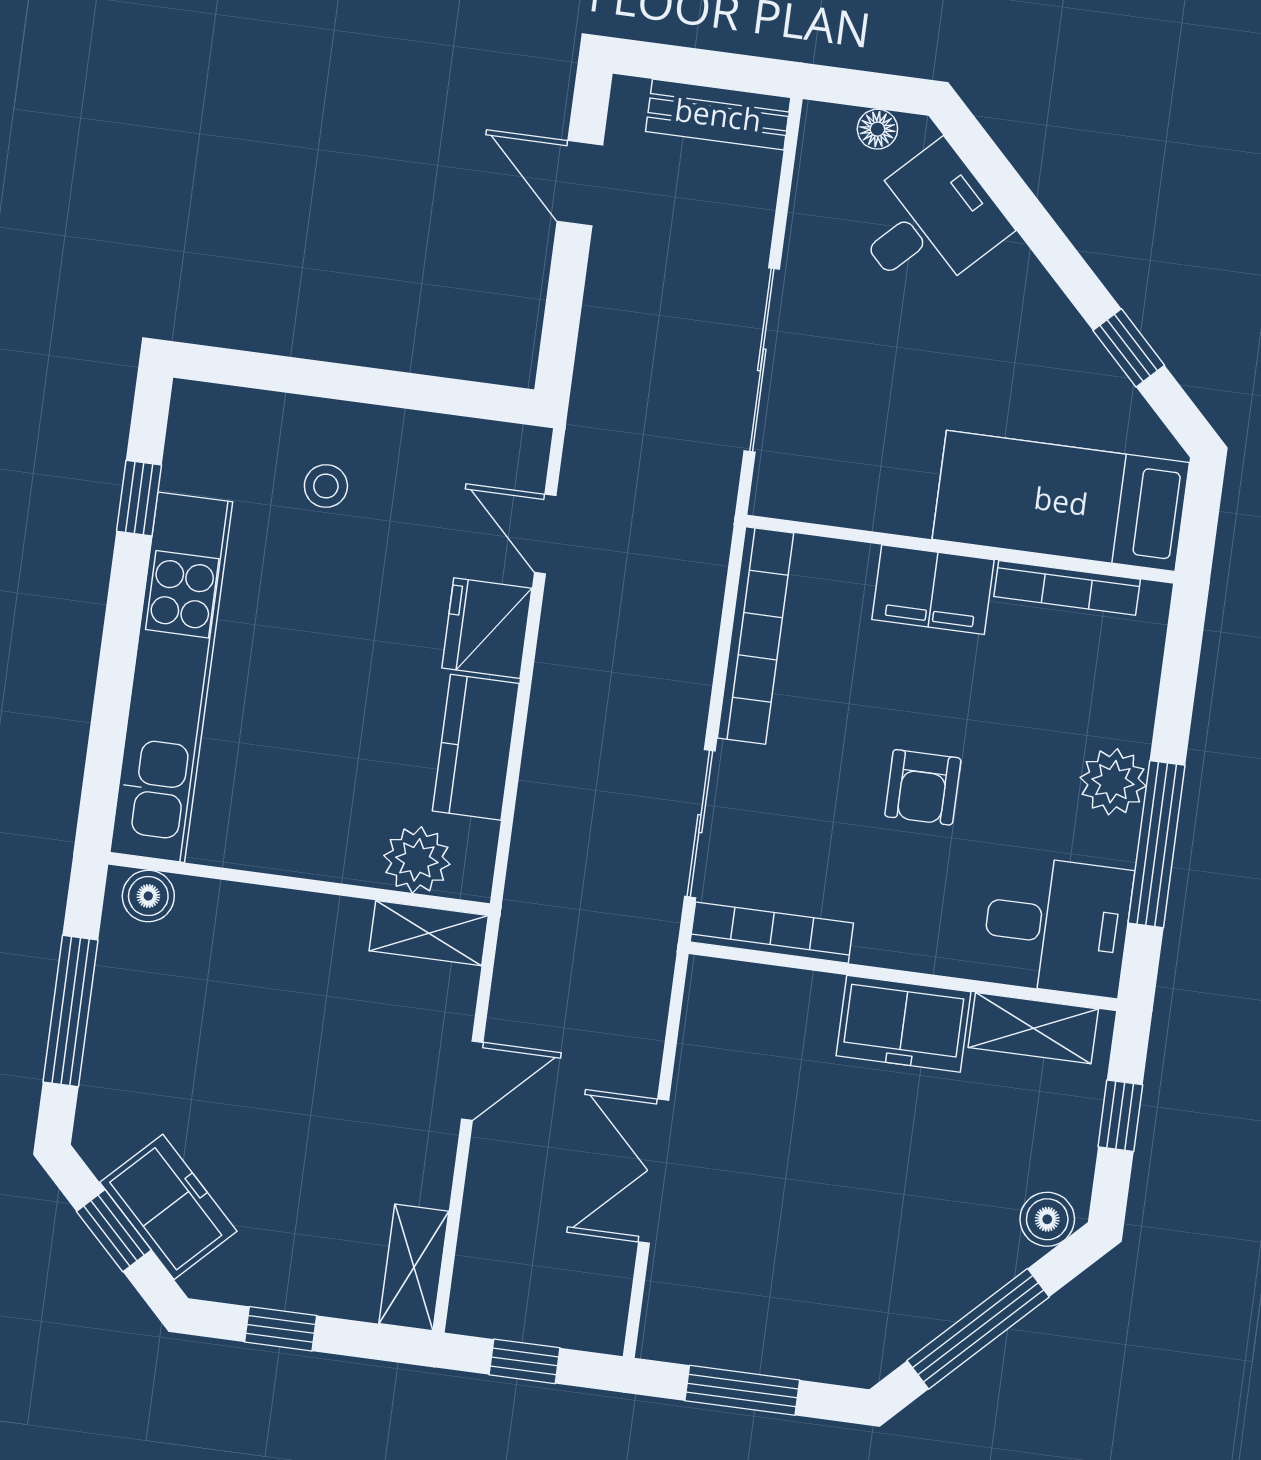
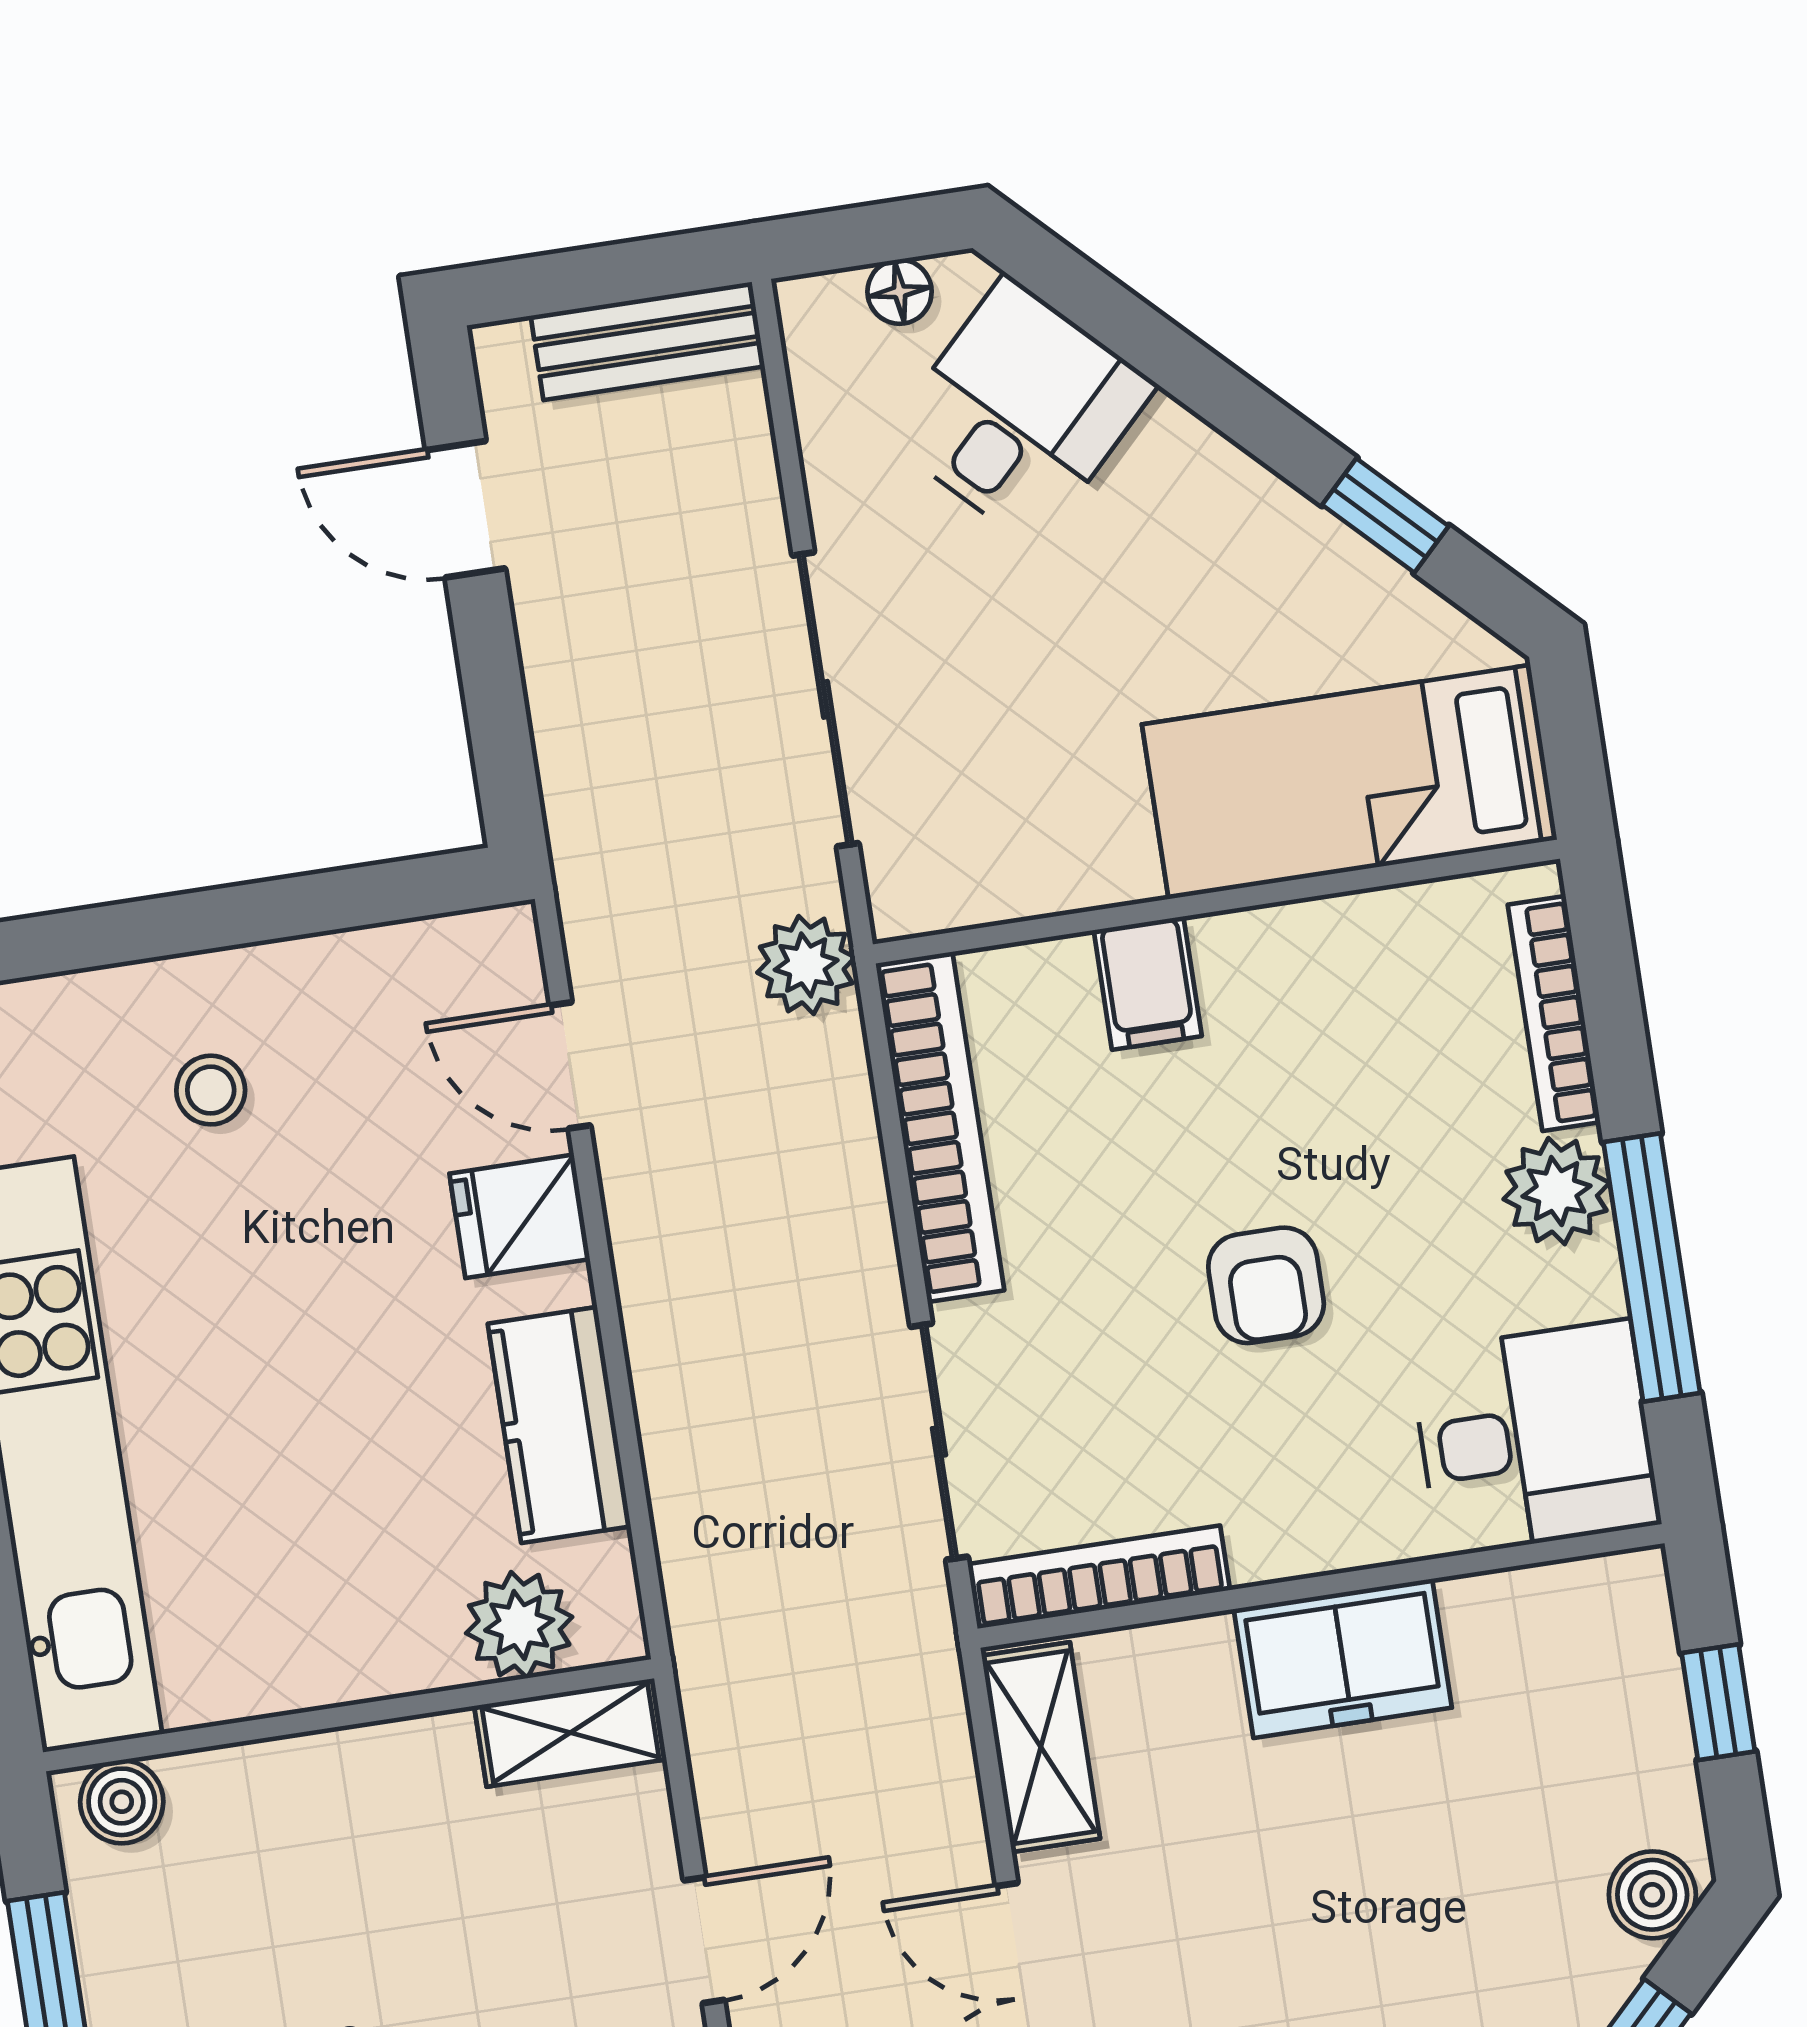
plant: (704, 515) -> (806, 965), added
bookcase: (1067, 588) -> (1554, 1013), moved, turned 90
filing cabinet: (933, 590) -> (1148, 983), width x0.50
fridge: (487, 628) -> (520, 1216), width x0.72
shelving: (1033, 1028) -> (1041, 1747), moved, turned 90

